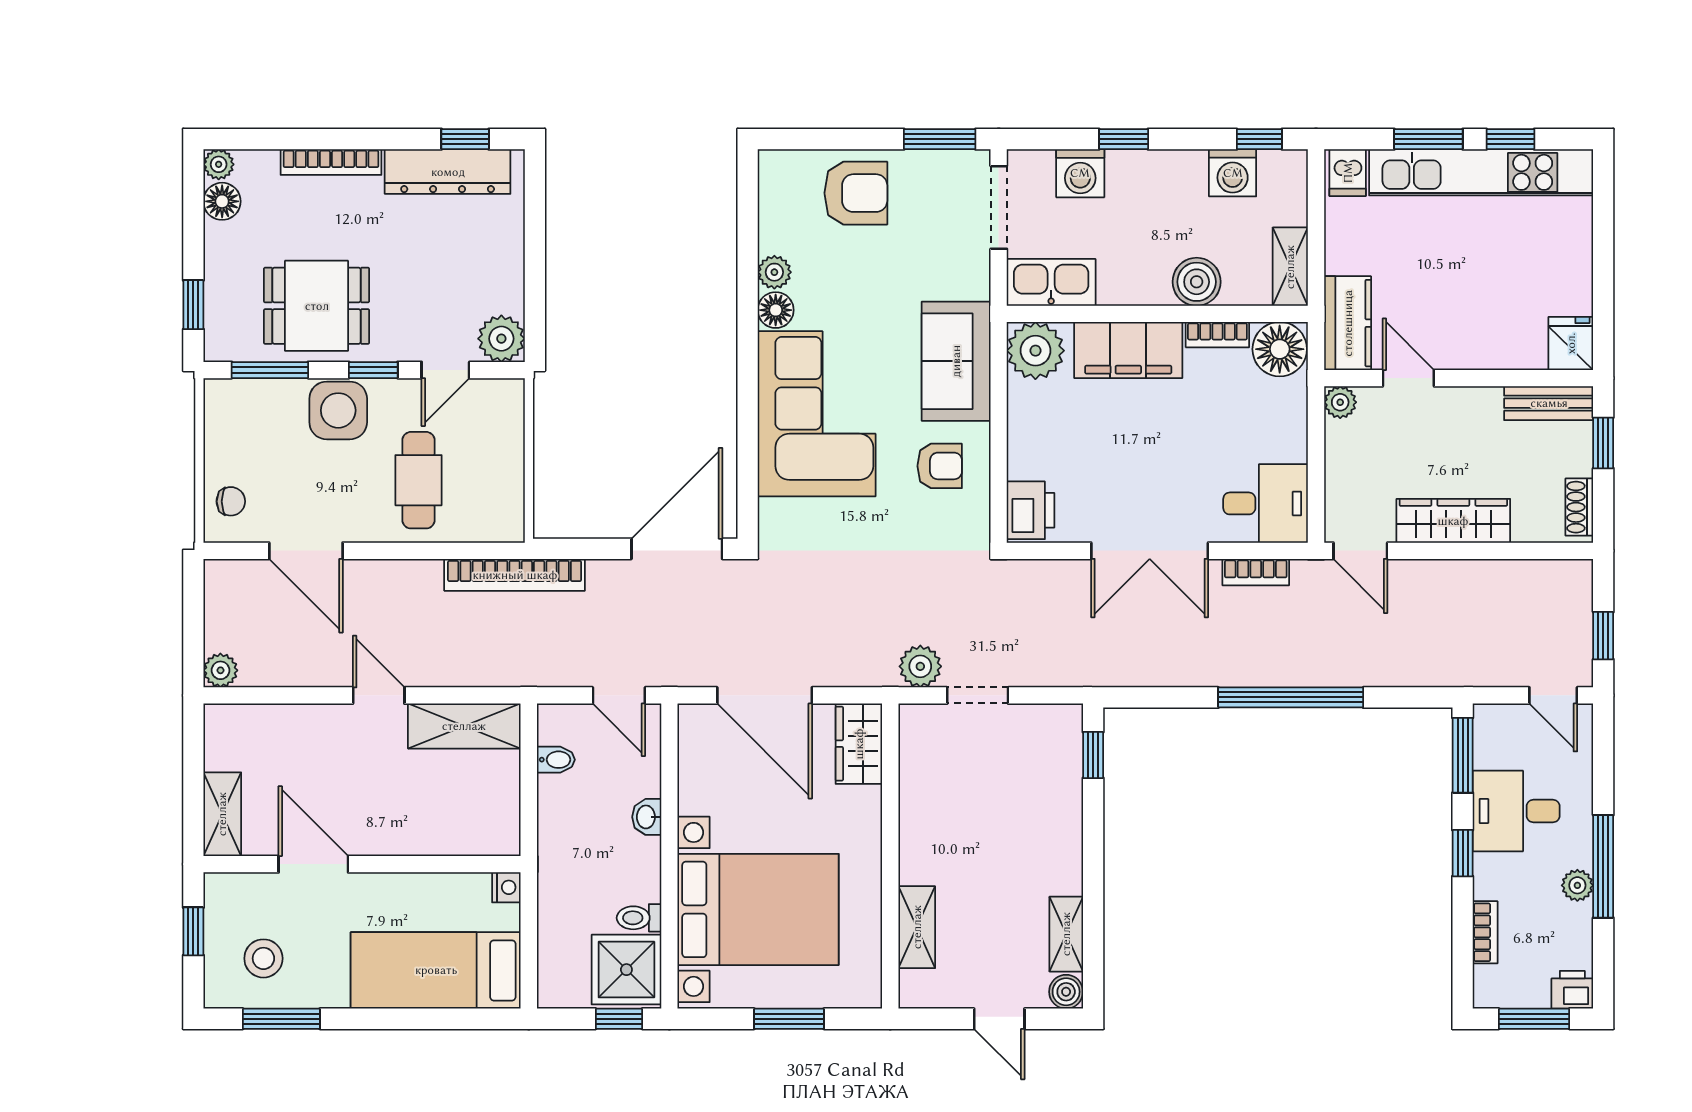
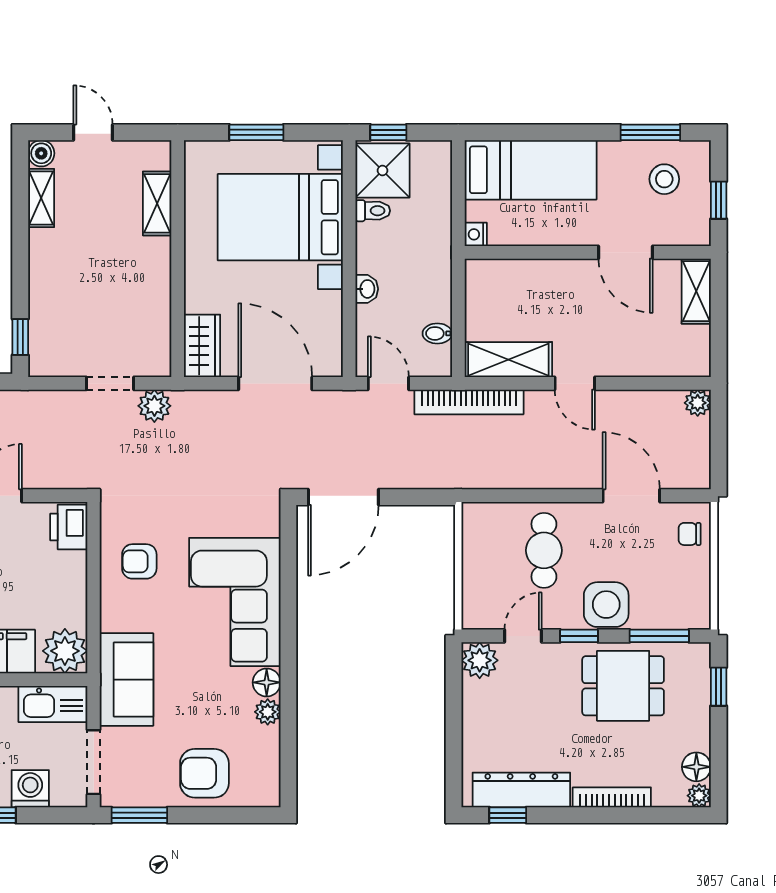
sofa: (956, 361) -> (127, 680), moved
bookcase: (515, 575) -> (469, 402), moved, turned 180

